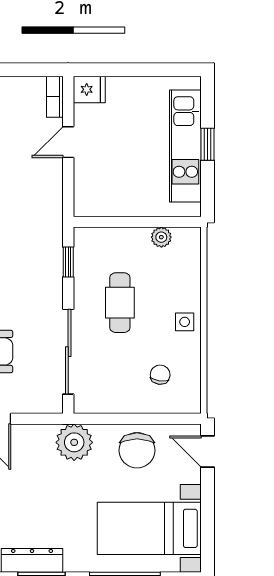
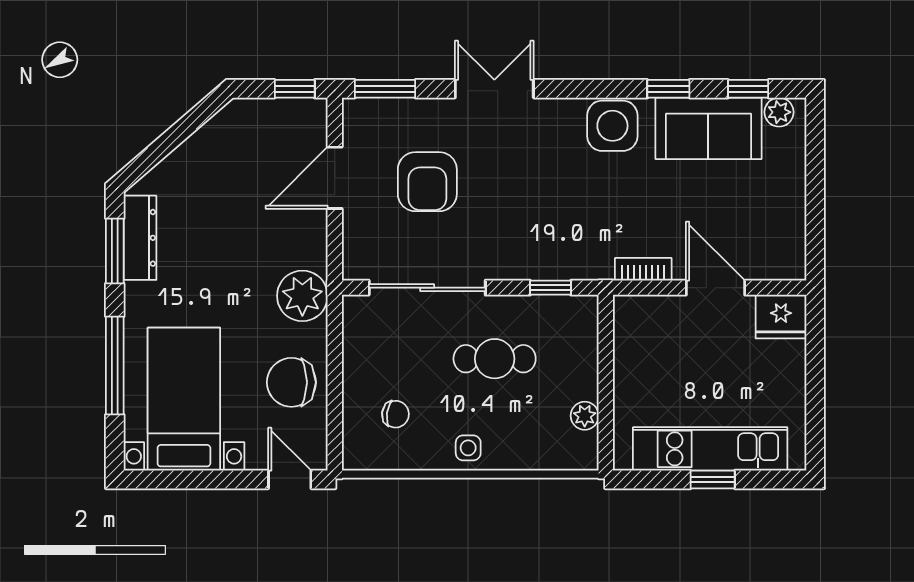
fridge: (89, 89) -> (781, 317), width x1.38
bookcase: (55, 97) -> (643, 269), moved
door: (68, 142) -> (715, 288), width x1.38
door: (208, 451) -> (290, 479), hinge flipped

